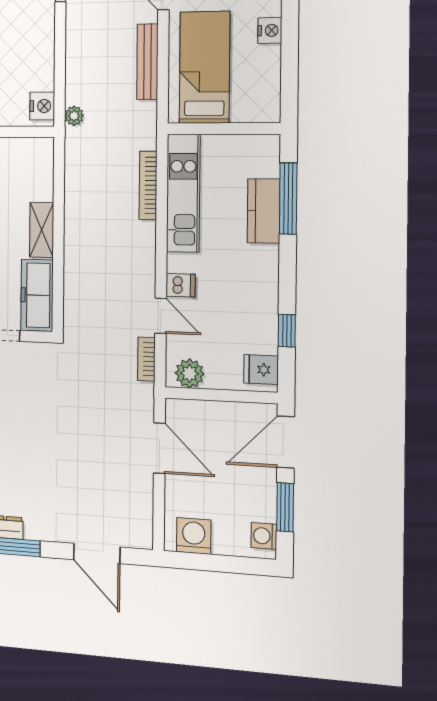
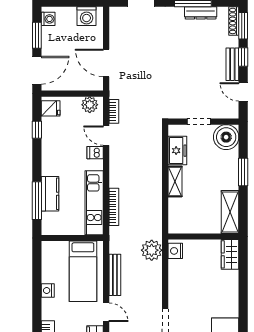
plant: (74, 116) -> (152, 250), width x1.88, depth x1.88
freezer: (37, 295) -> (177, 151), width x0.71

